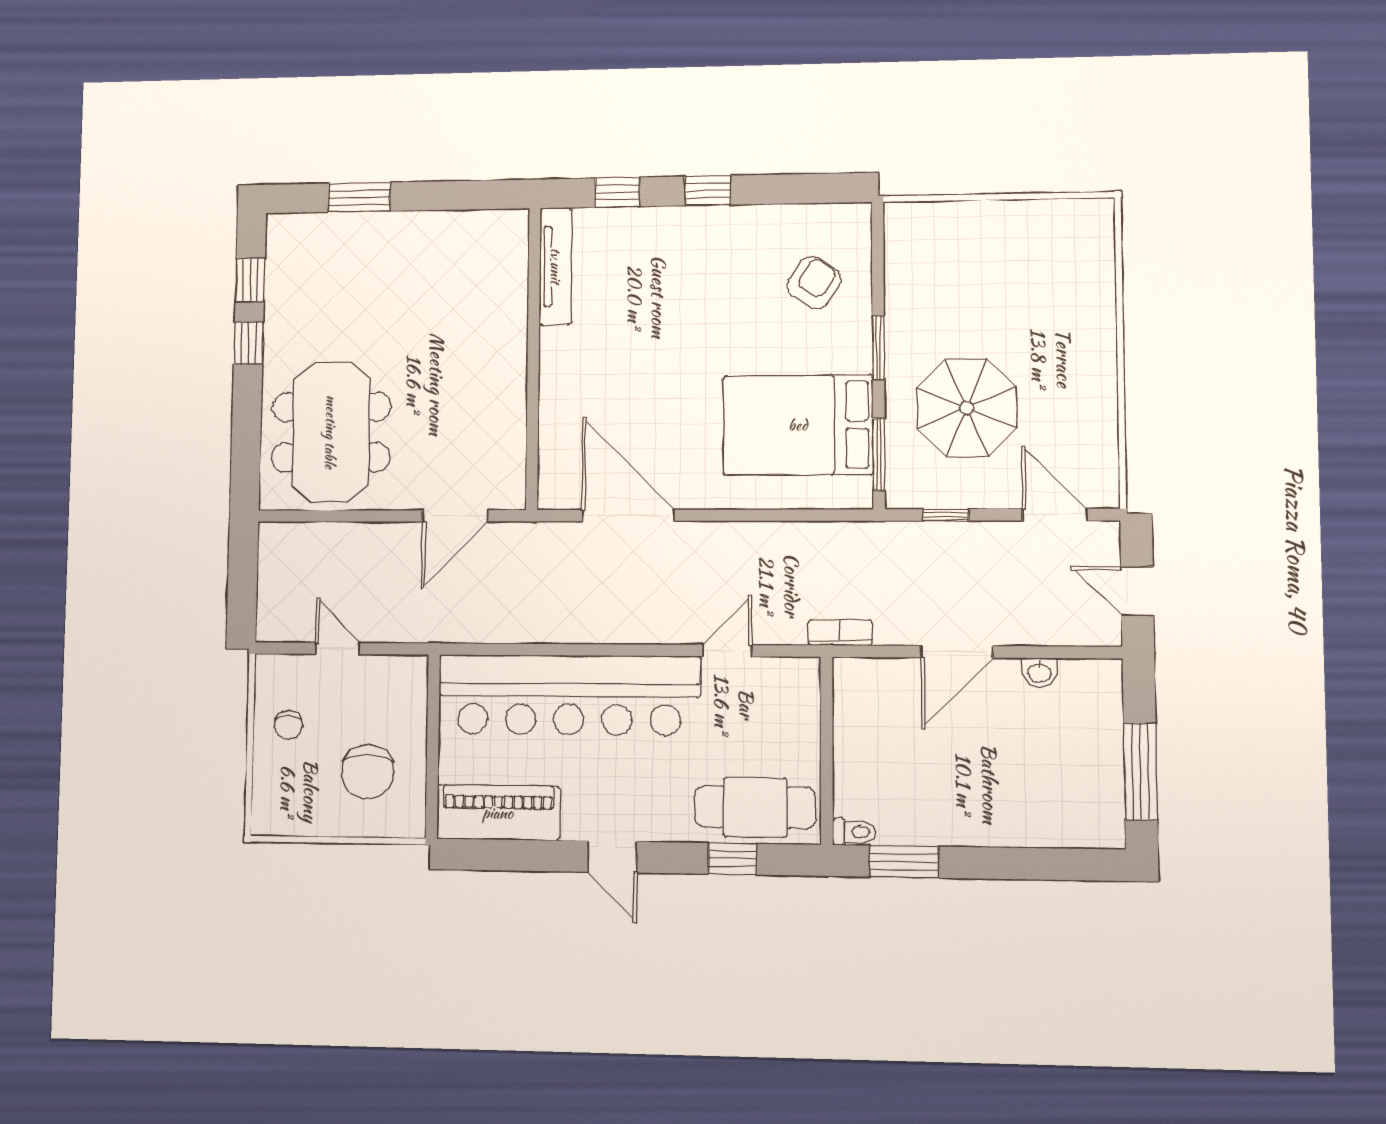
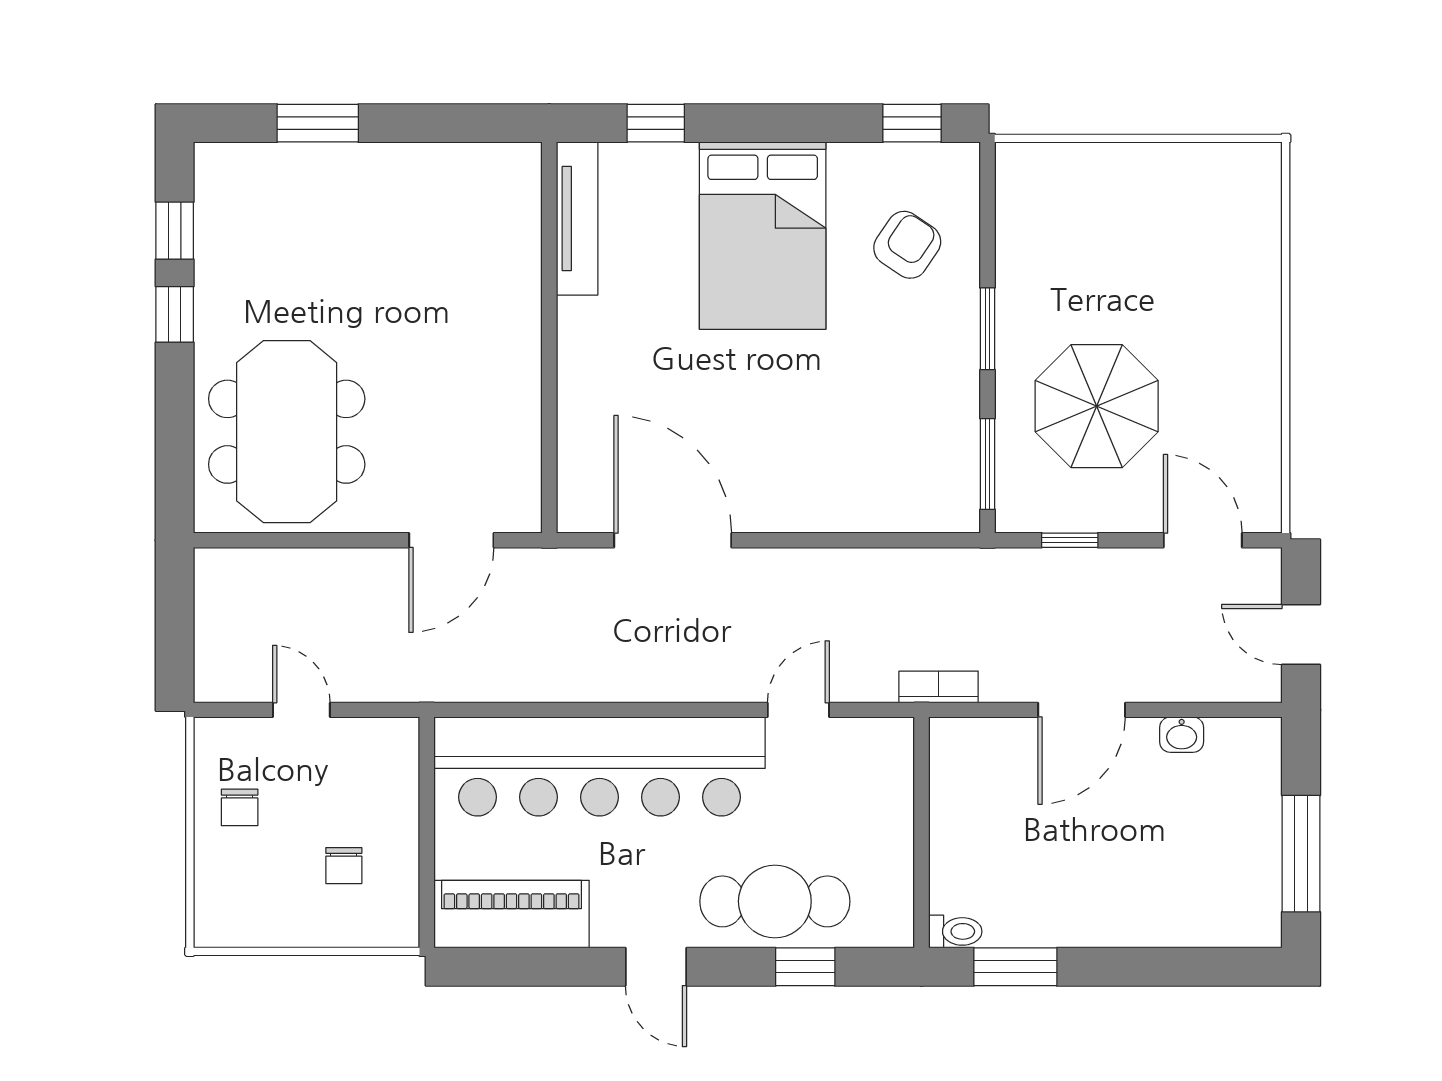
window: (708, 191) -> (912, 123), moved
bed: (798, 425) -> (763, 236), moved, turned -90
chair: (368, 772) -> (344, 866), width x0.54, depth x0.54
cafe table: (755, 807) -> (775, 901), moved

